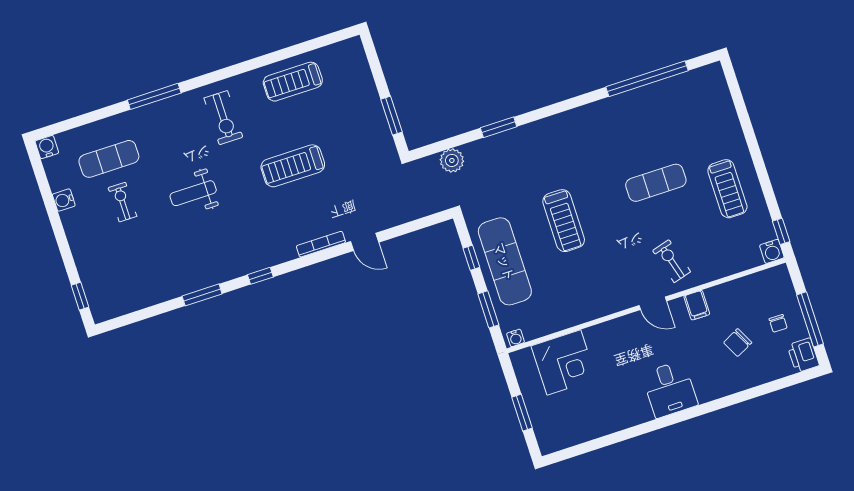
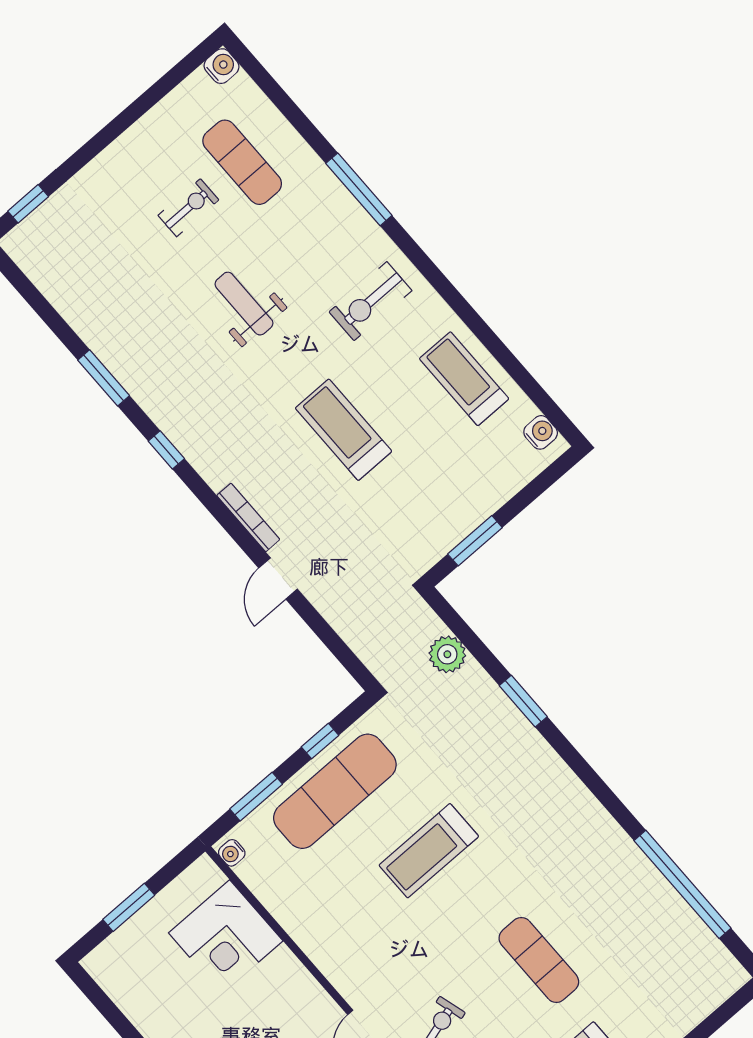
water cooler: (64, 200) -> (541, 432), moved, turned 90

